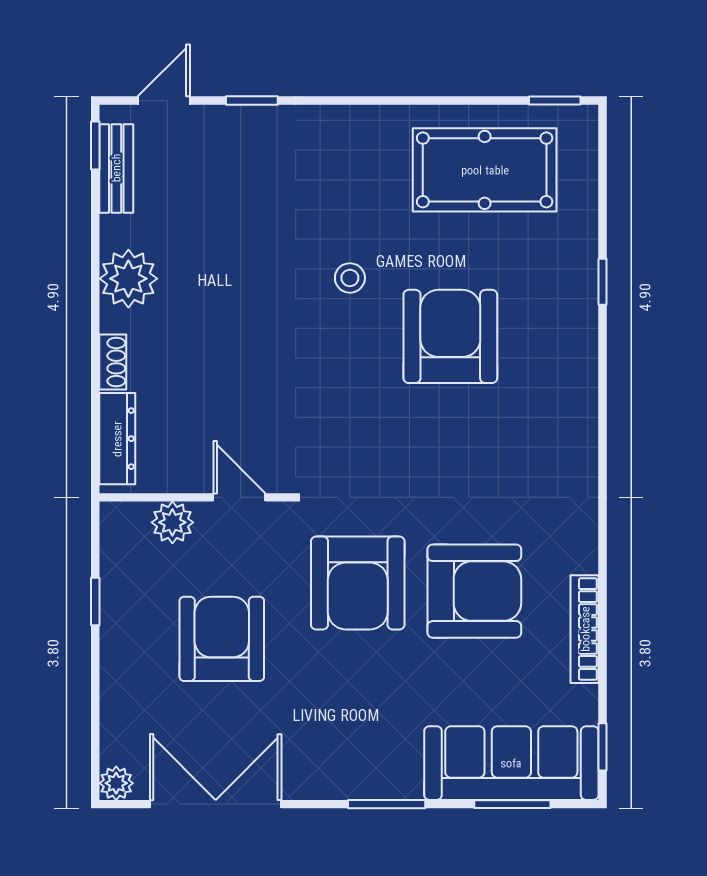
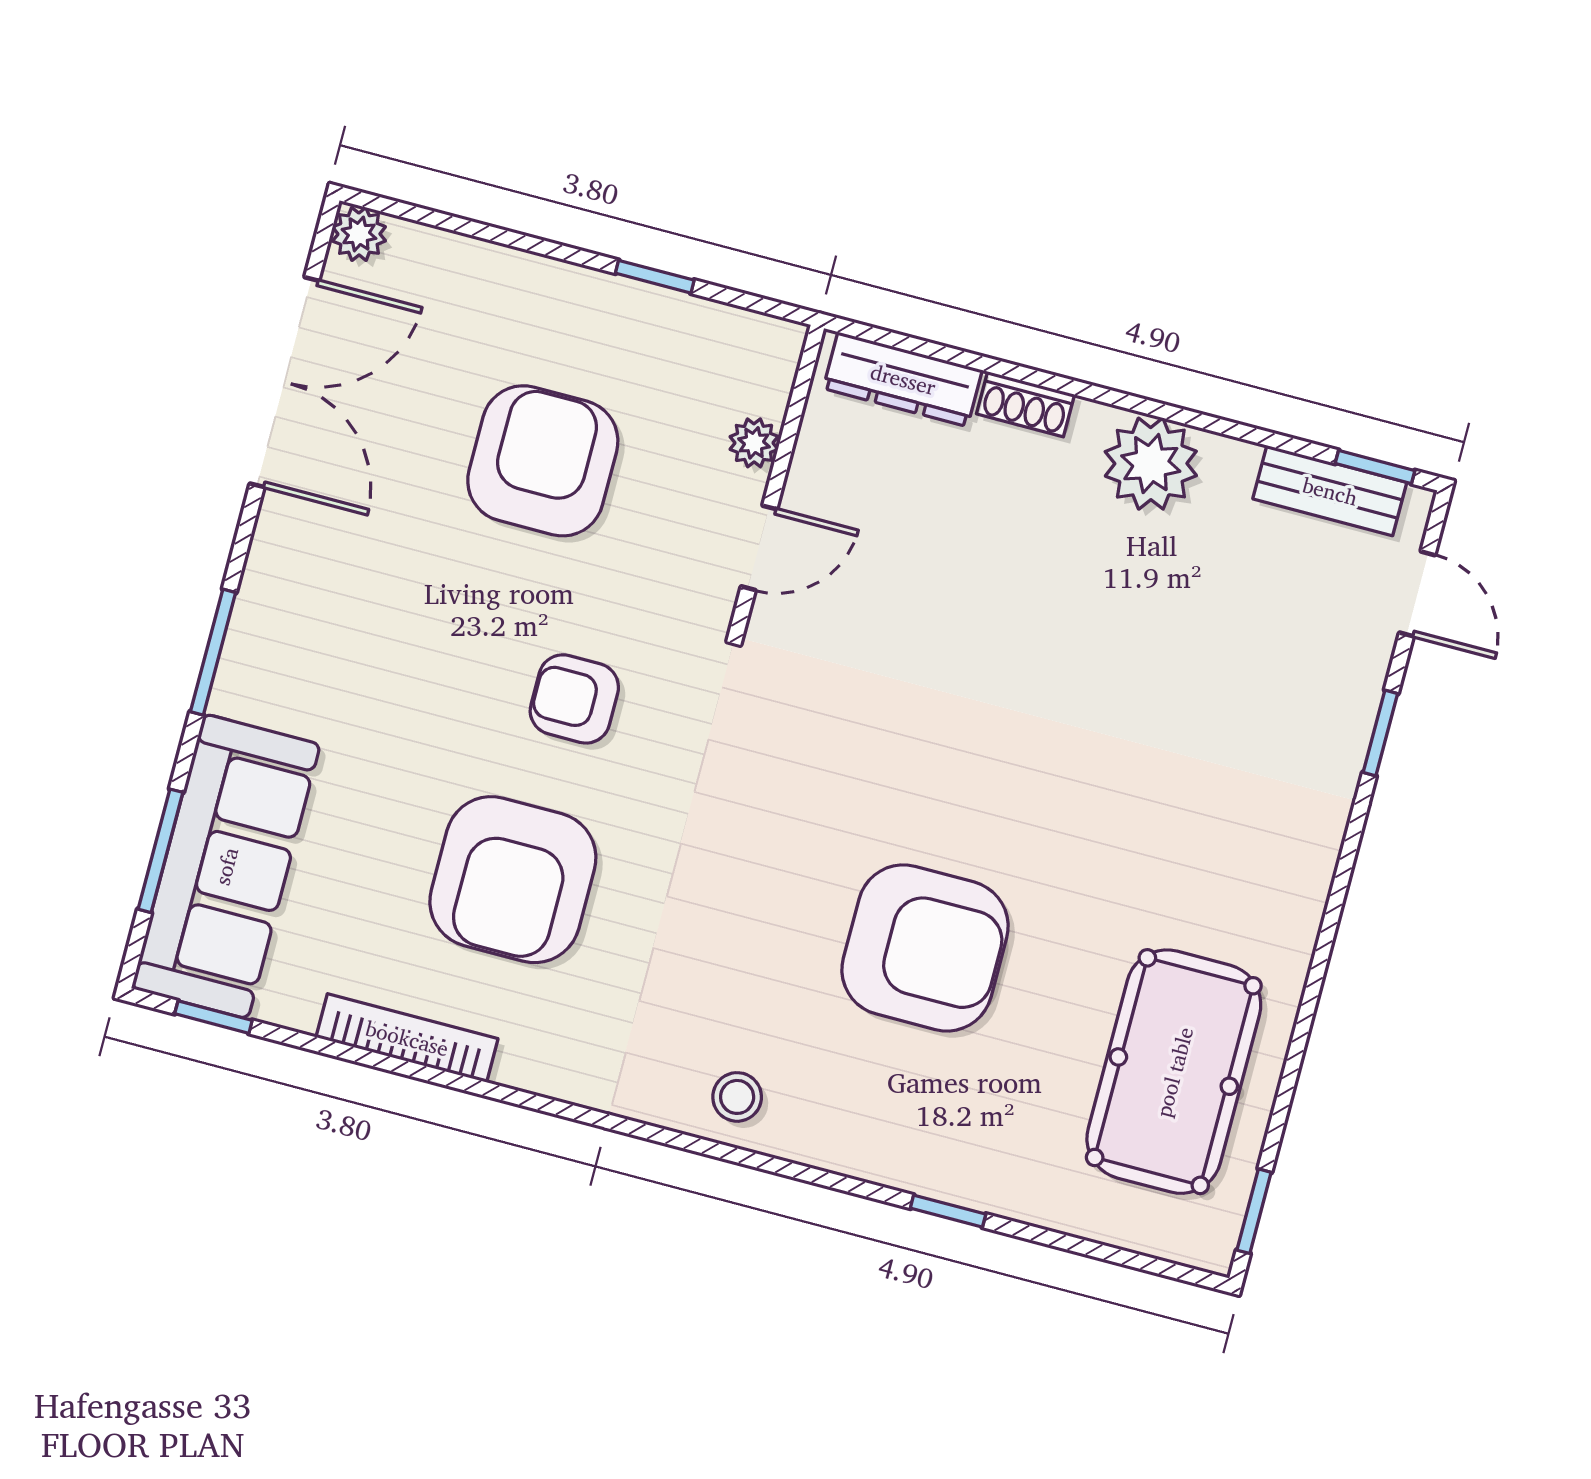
stool: (350, 278) -> (737, 1097), moved
plant: (172, 522) -> (754, 443), width x0.73, depth x0.73
armchair: (358, 583) -> (574, 699), width x0.53, depth x0.53
armchair: (222, 639) -> (543, 461), turned -90

